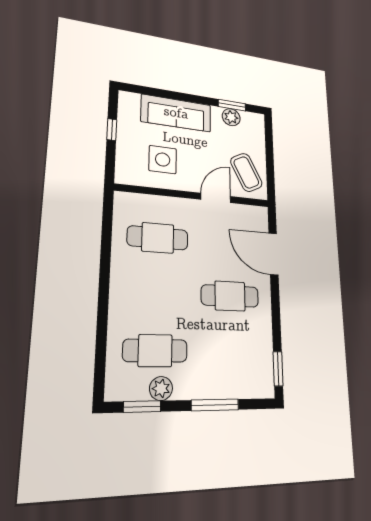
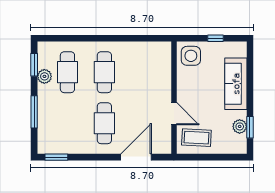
side table: (163, 160) -> (191, 56), moved
coffee table: (246, 172) -> (196, 138), turned 30
cafe table: (158, 238) -> (104, 72), moved

